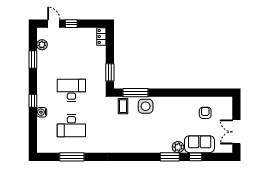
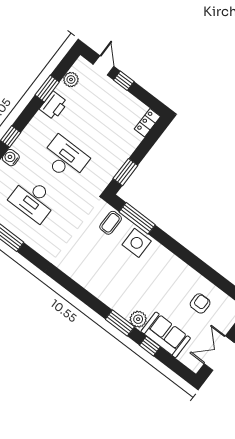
printer: (43, 66) -> (54, 106), added

